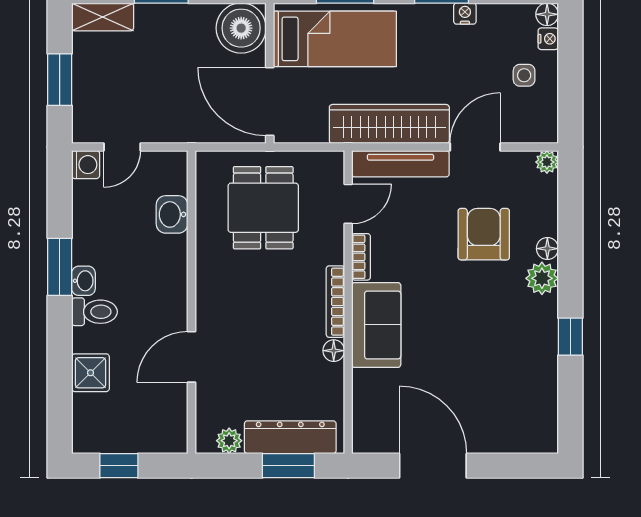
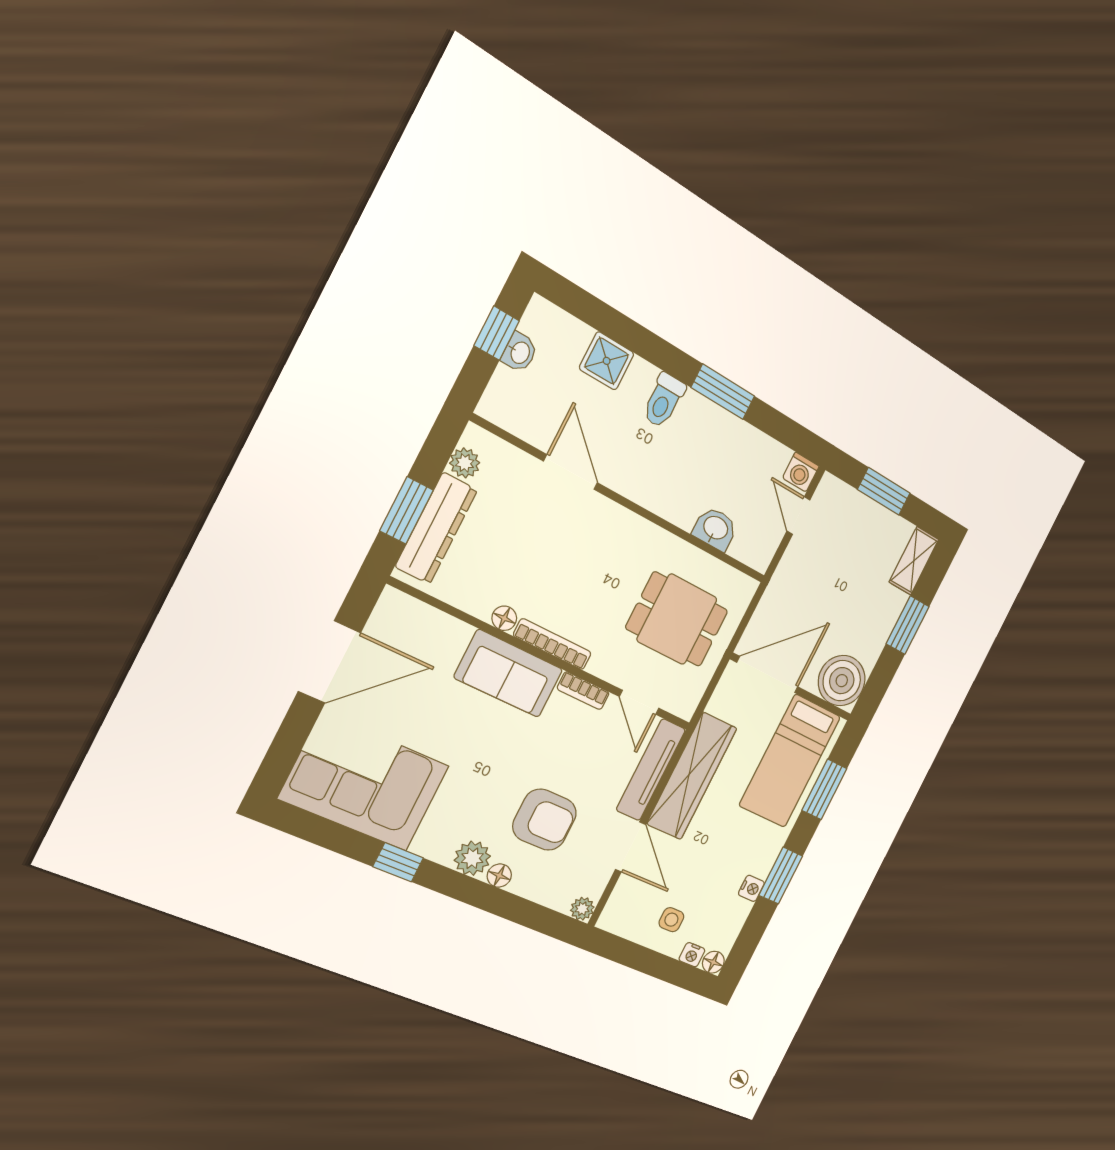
washbasin: (83, 281) -> (520, 352), moved, turned -90
corner sofa: (516, 394) -> (365, 782), added

